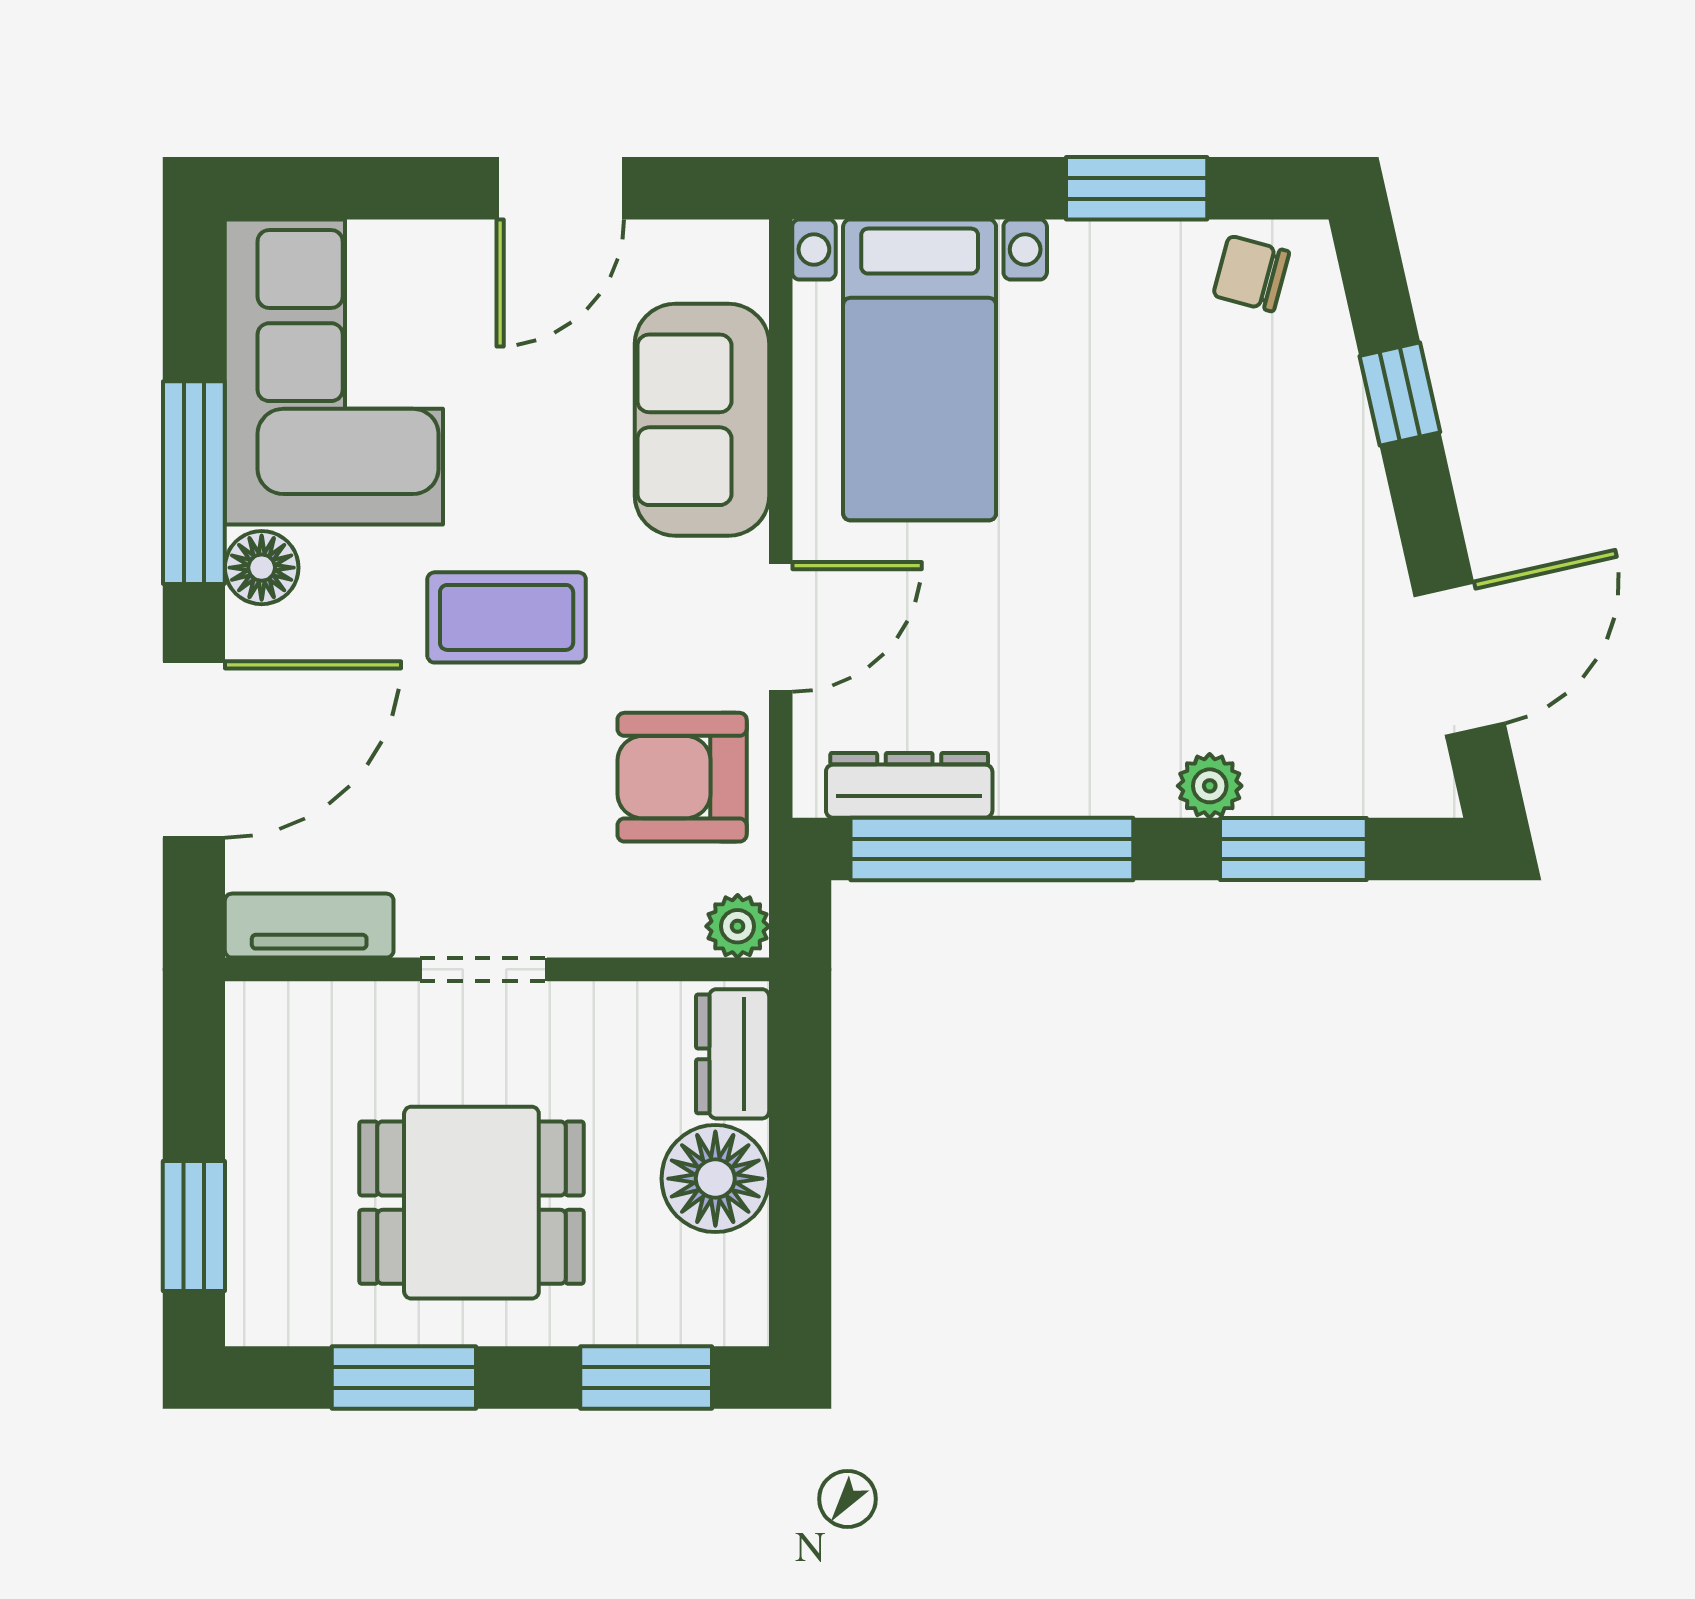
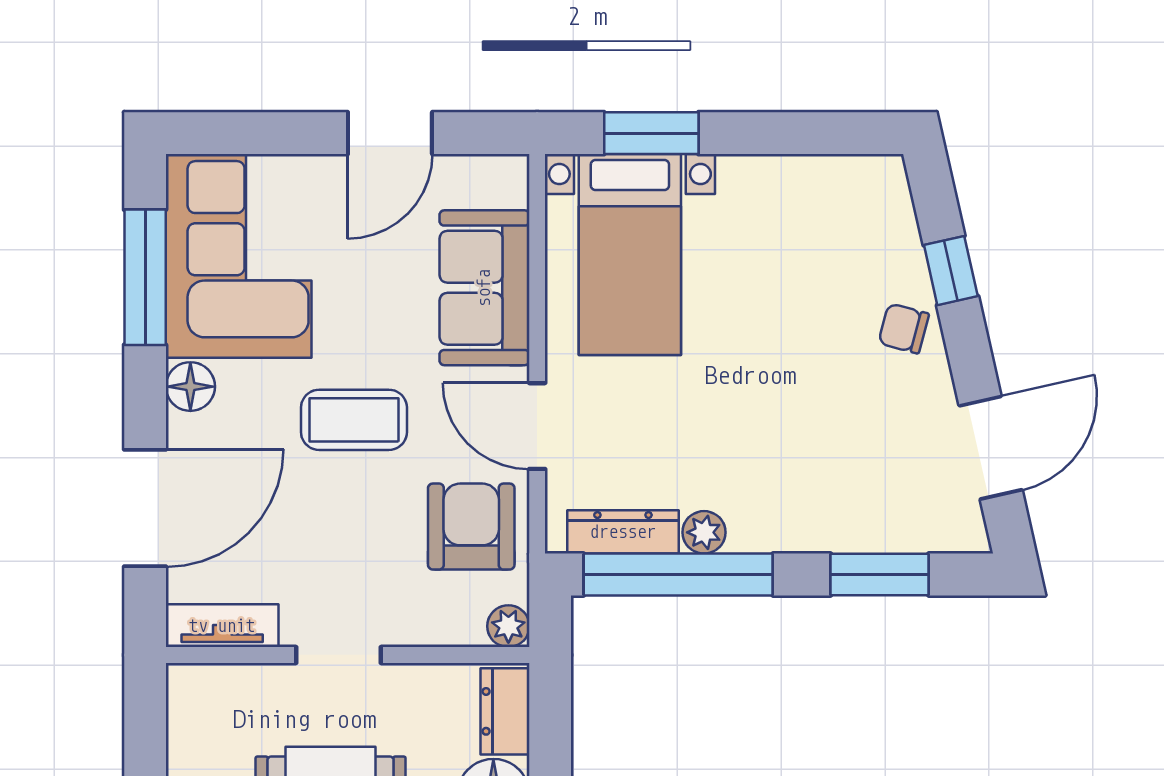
window: (1137, 188) -> (651, 133), moved
chair: (1251, 274) -> (904, 328), moved
window: (194, 483) -> (145, 277), moved
door: (781, 627) -> (537, 426), swing flipped
armchair: (682, 777) -> (471, 527), turned 90
plant: (1210, 786) -> (704, 532), moved

